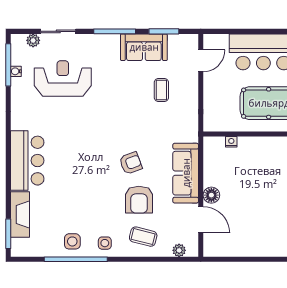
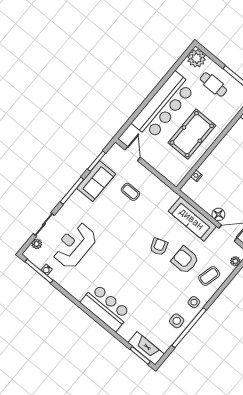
armchair: (139, 200) -> (185, 260), turned 180
fireplace: (20, 214) -> (146, 348), moved

